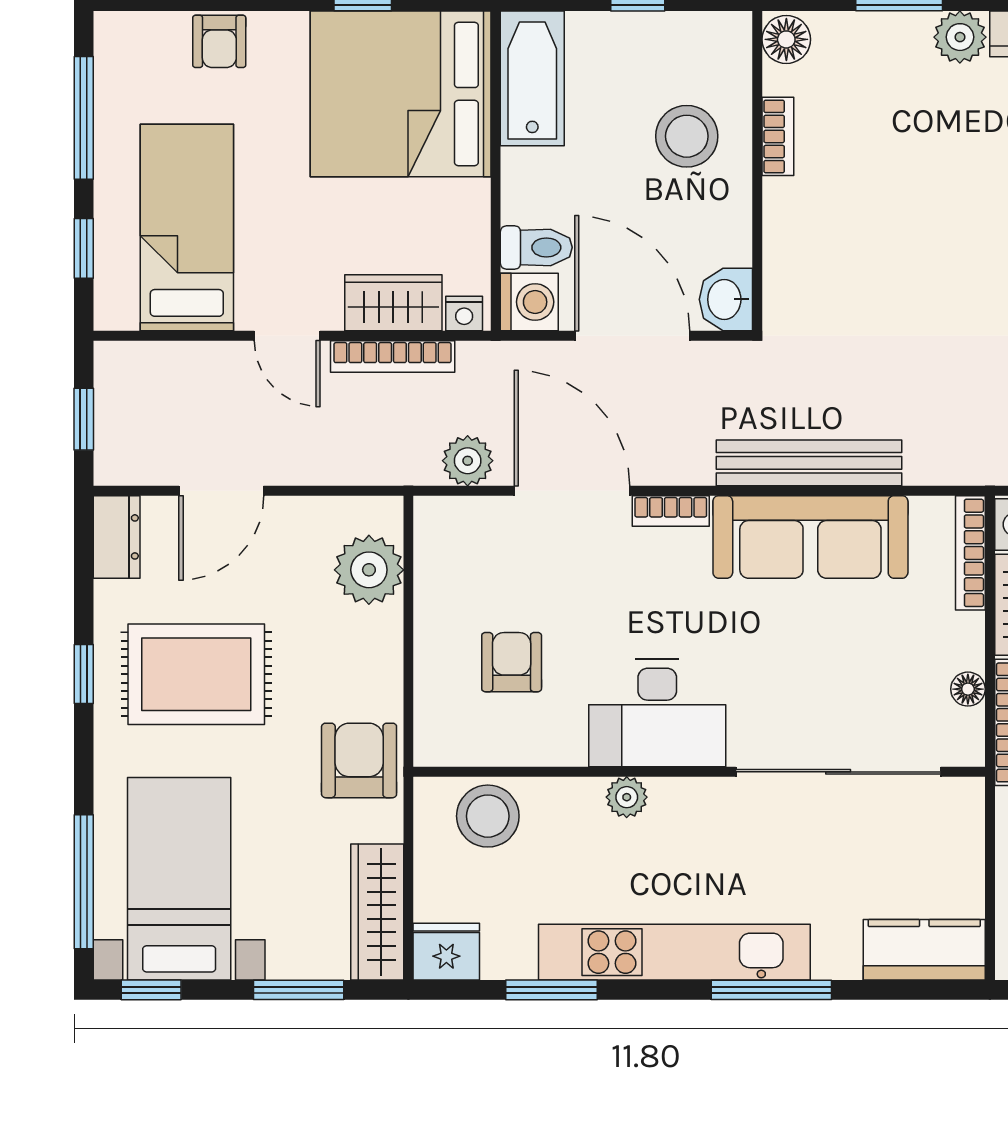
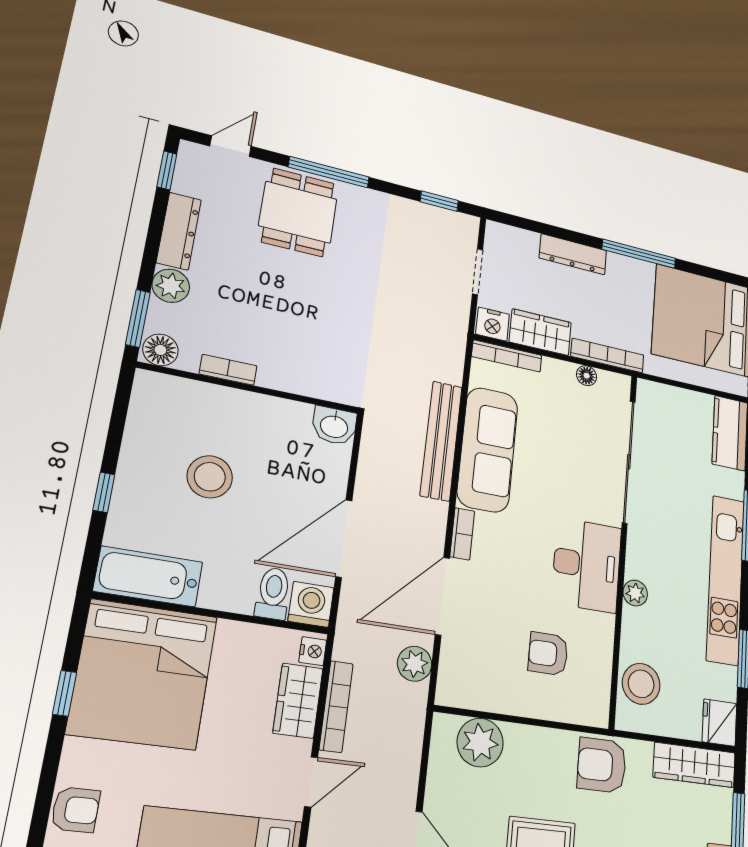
floor lamp: (786, 39) -> (160, 350), moved
bookcase: (778, 136) -> (228, 370), moved
wall: (757, 171) -> (250, 388), moved
washbasin: (726, 299) -> (334, 426), moved

